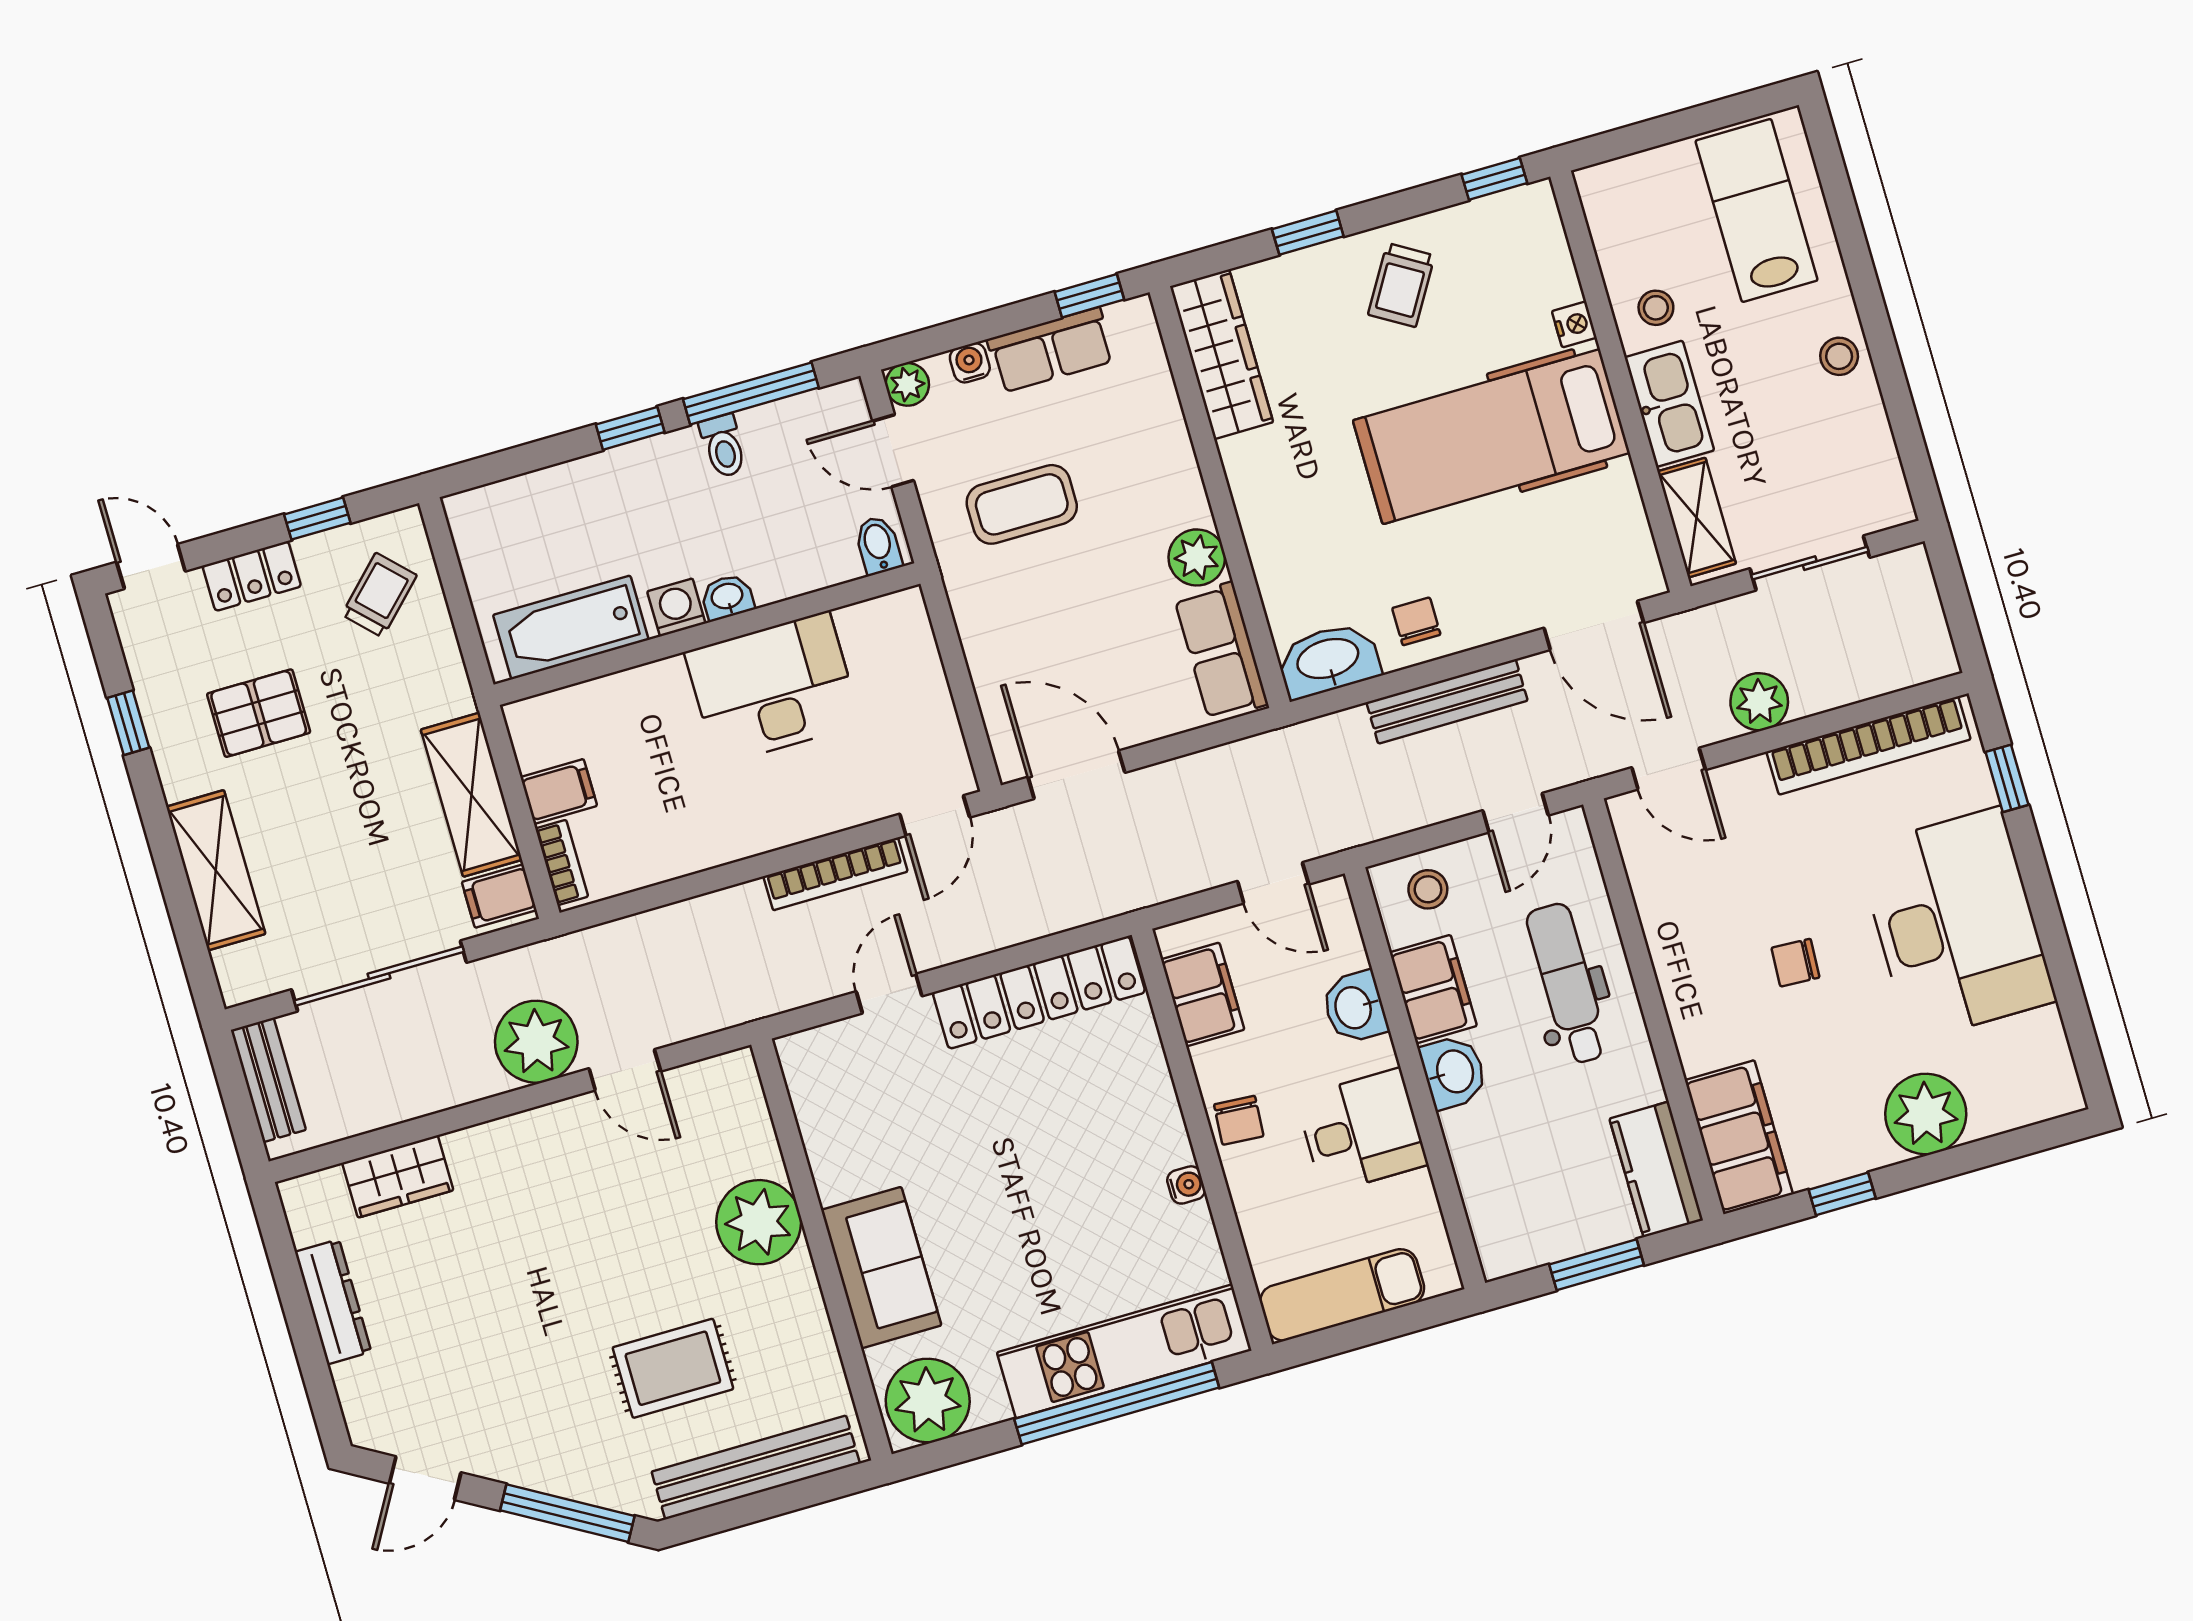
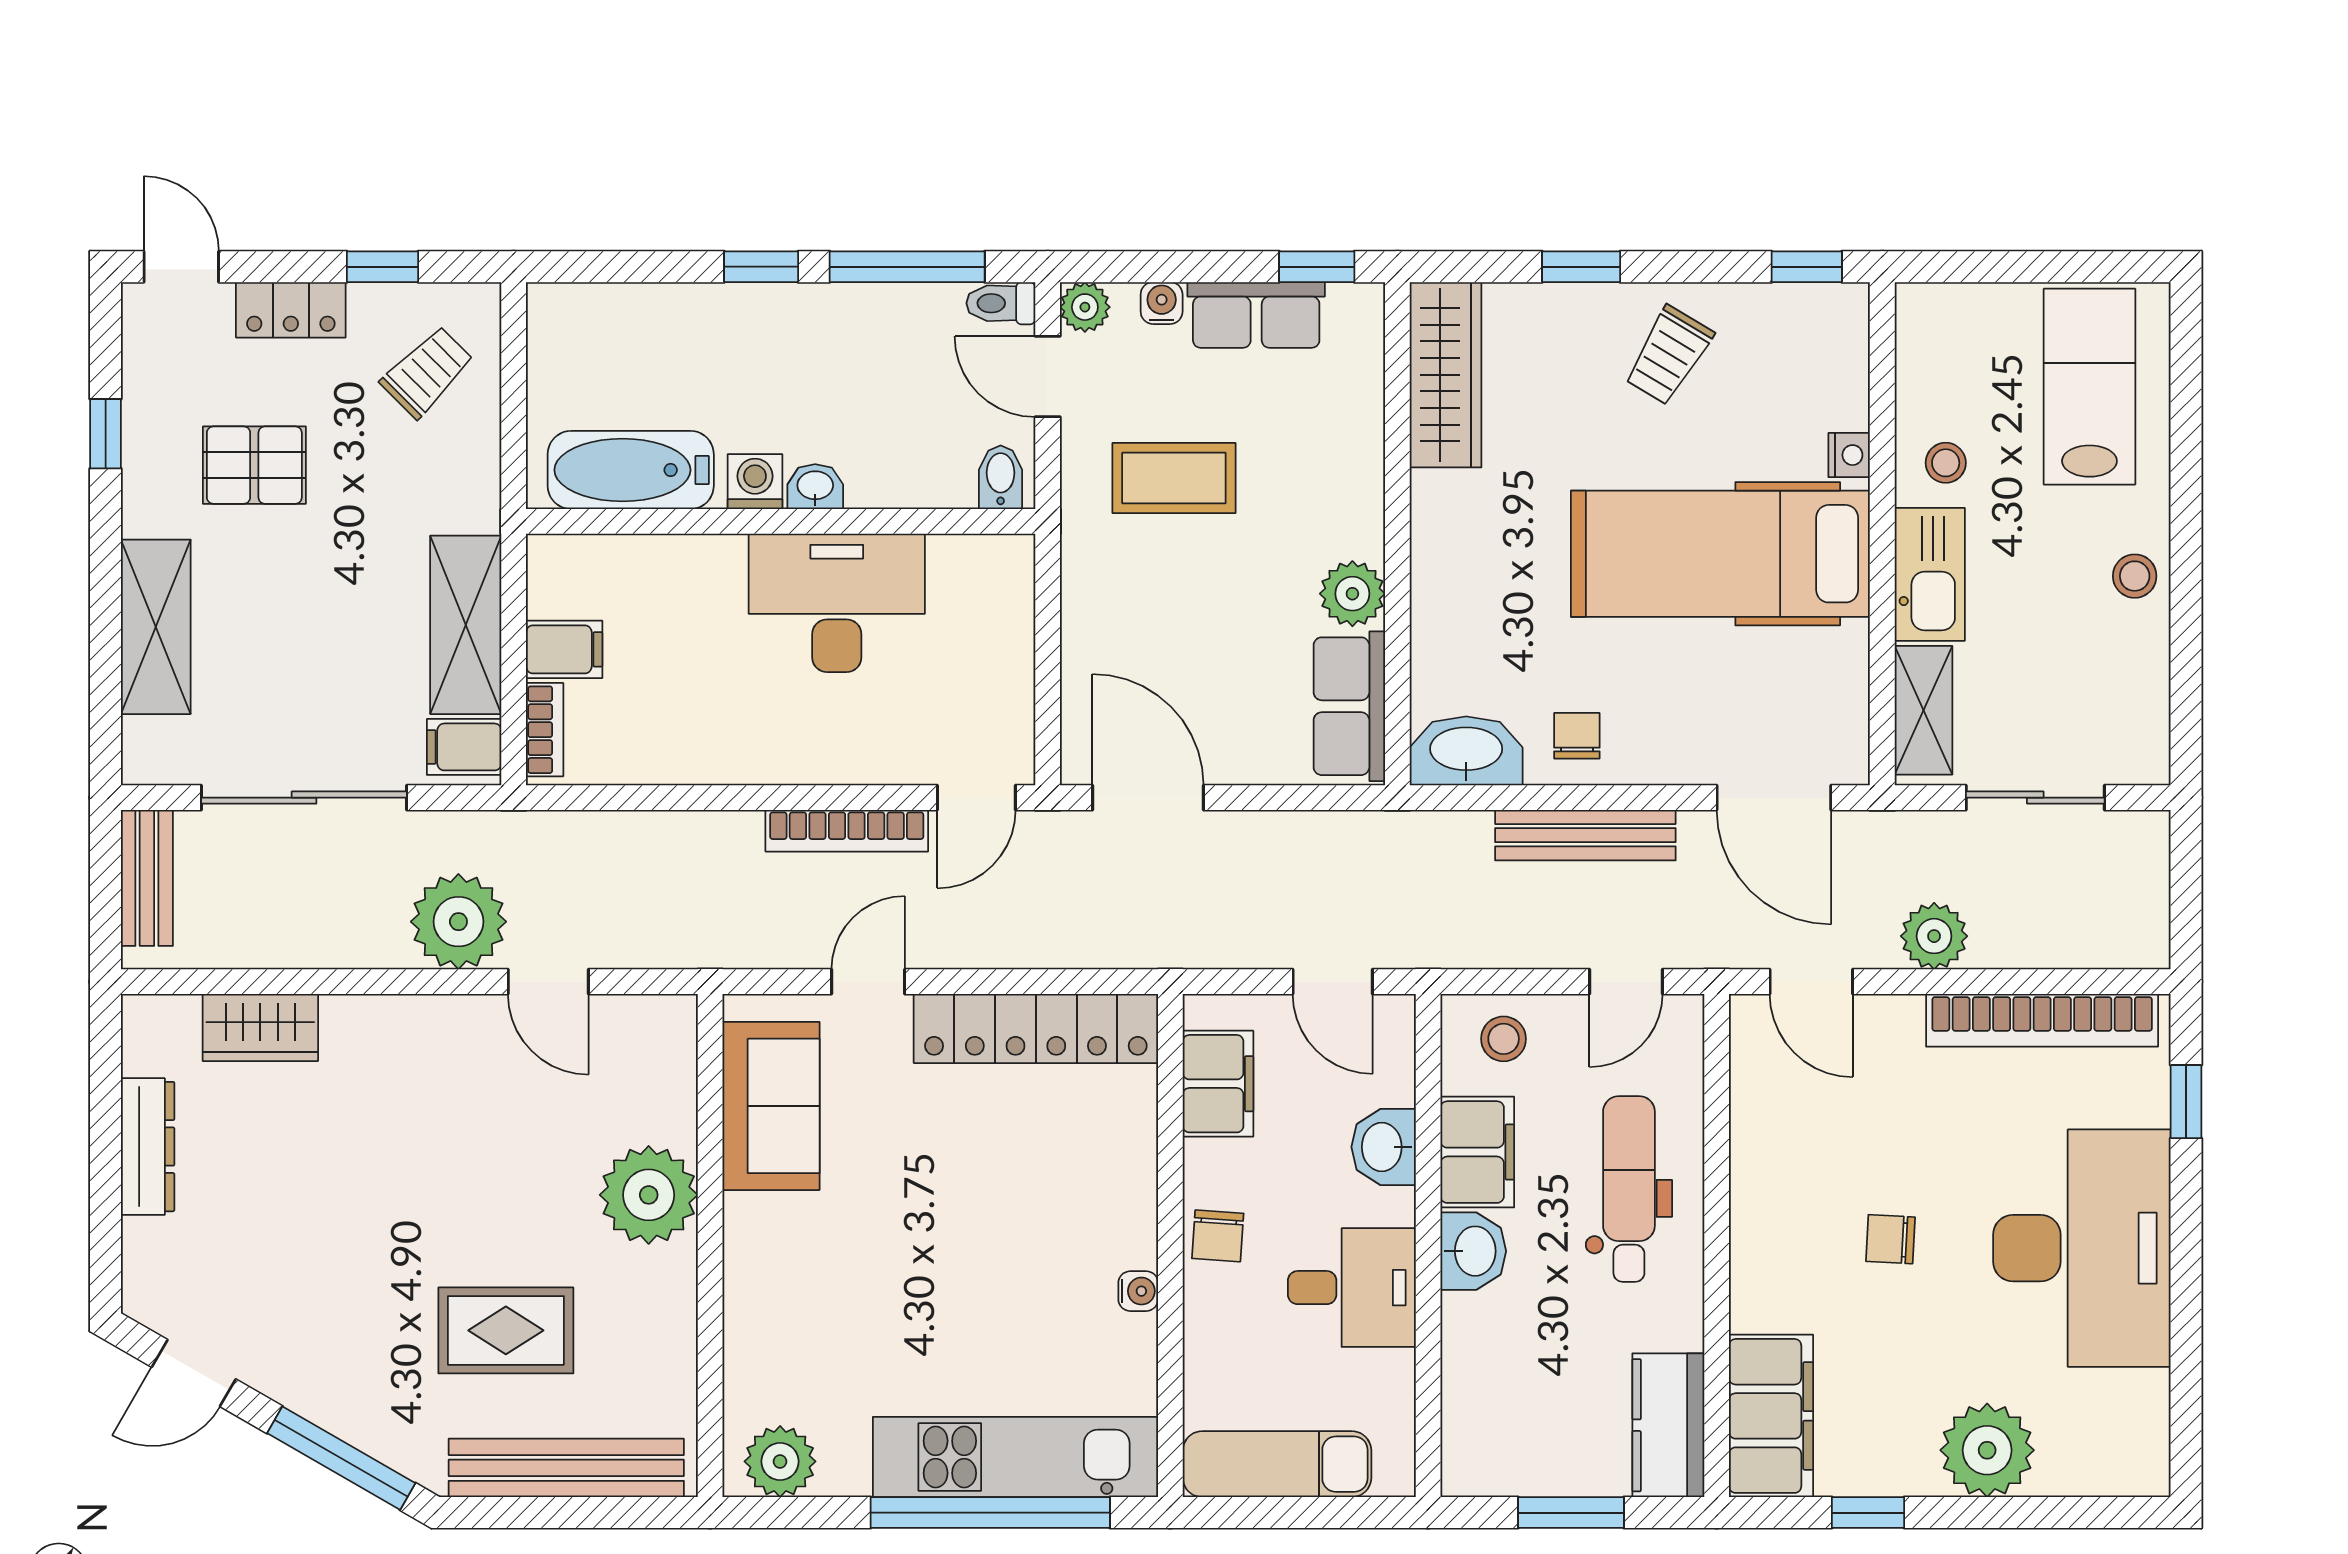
toilet: (723, 446) -> (1001, 303), moved, turned 90
sofa: (881, 1268) -> (771, 1106), moved
plant: (928, 1400) -> (780, 1461), width x0.73, depth x0.73

